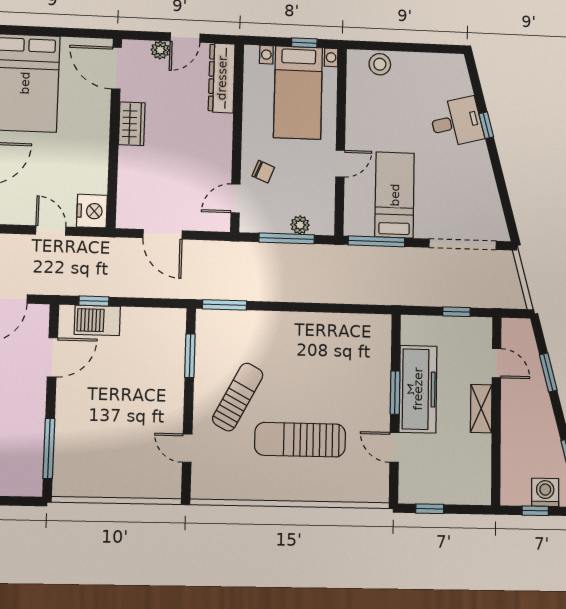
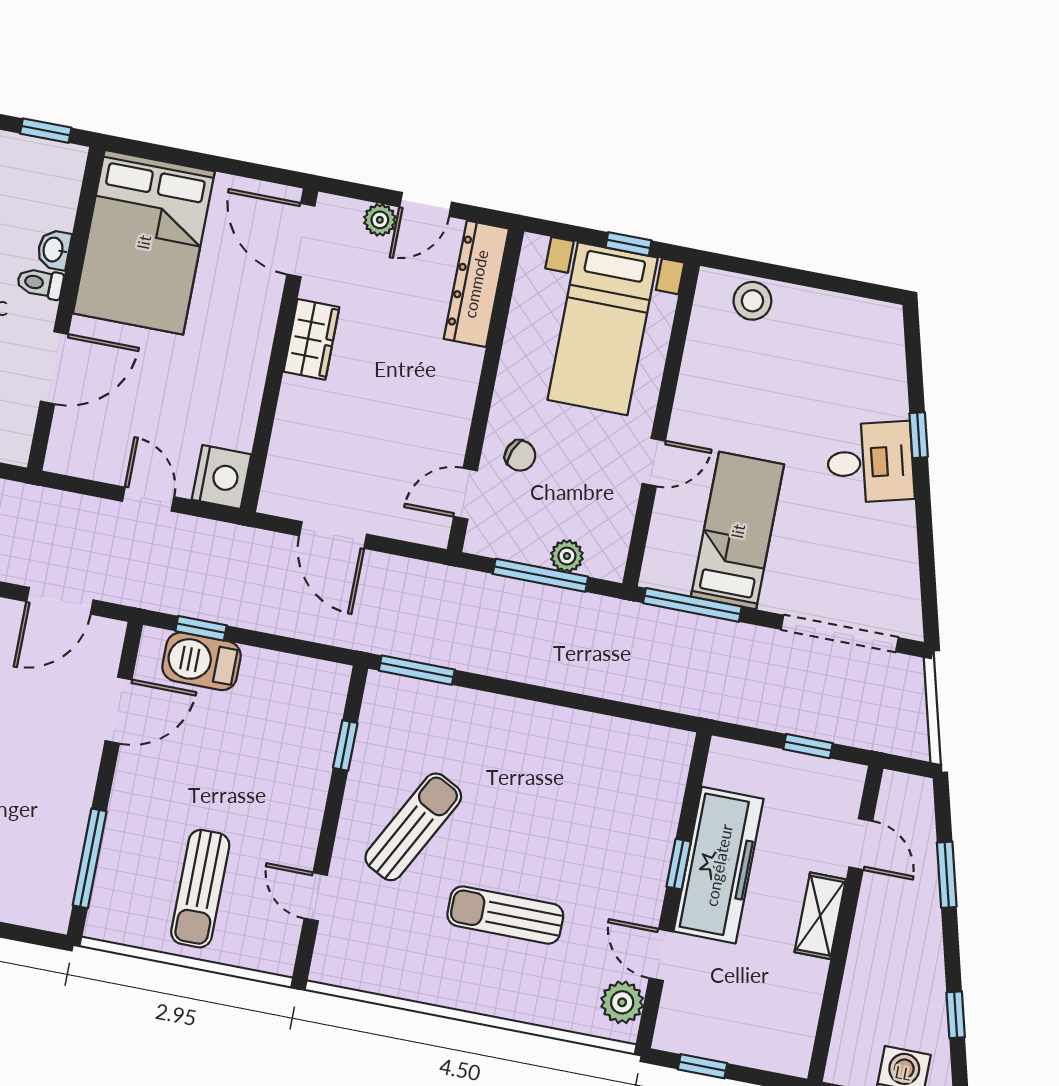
desk: (456, 122) -> (870, 462), moved
window: (190, 356) -> (345, 745), width x0.67
window: (395, 393) -> (679, 864), width x0.67
sun lounger: (300, 440) -> (505, 915), width x0.73, depth x0.75
sun lounger: (118, 455) -> (200, 889), added
plant: (377, 479) -> (622, 1002), added

